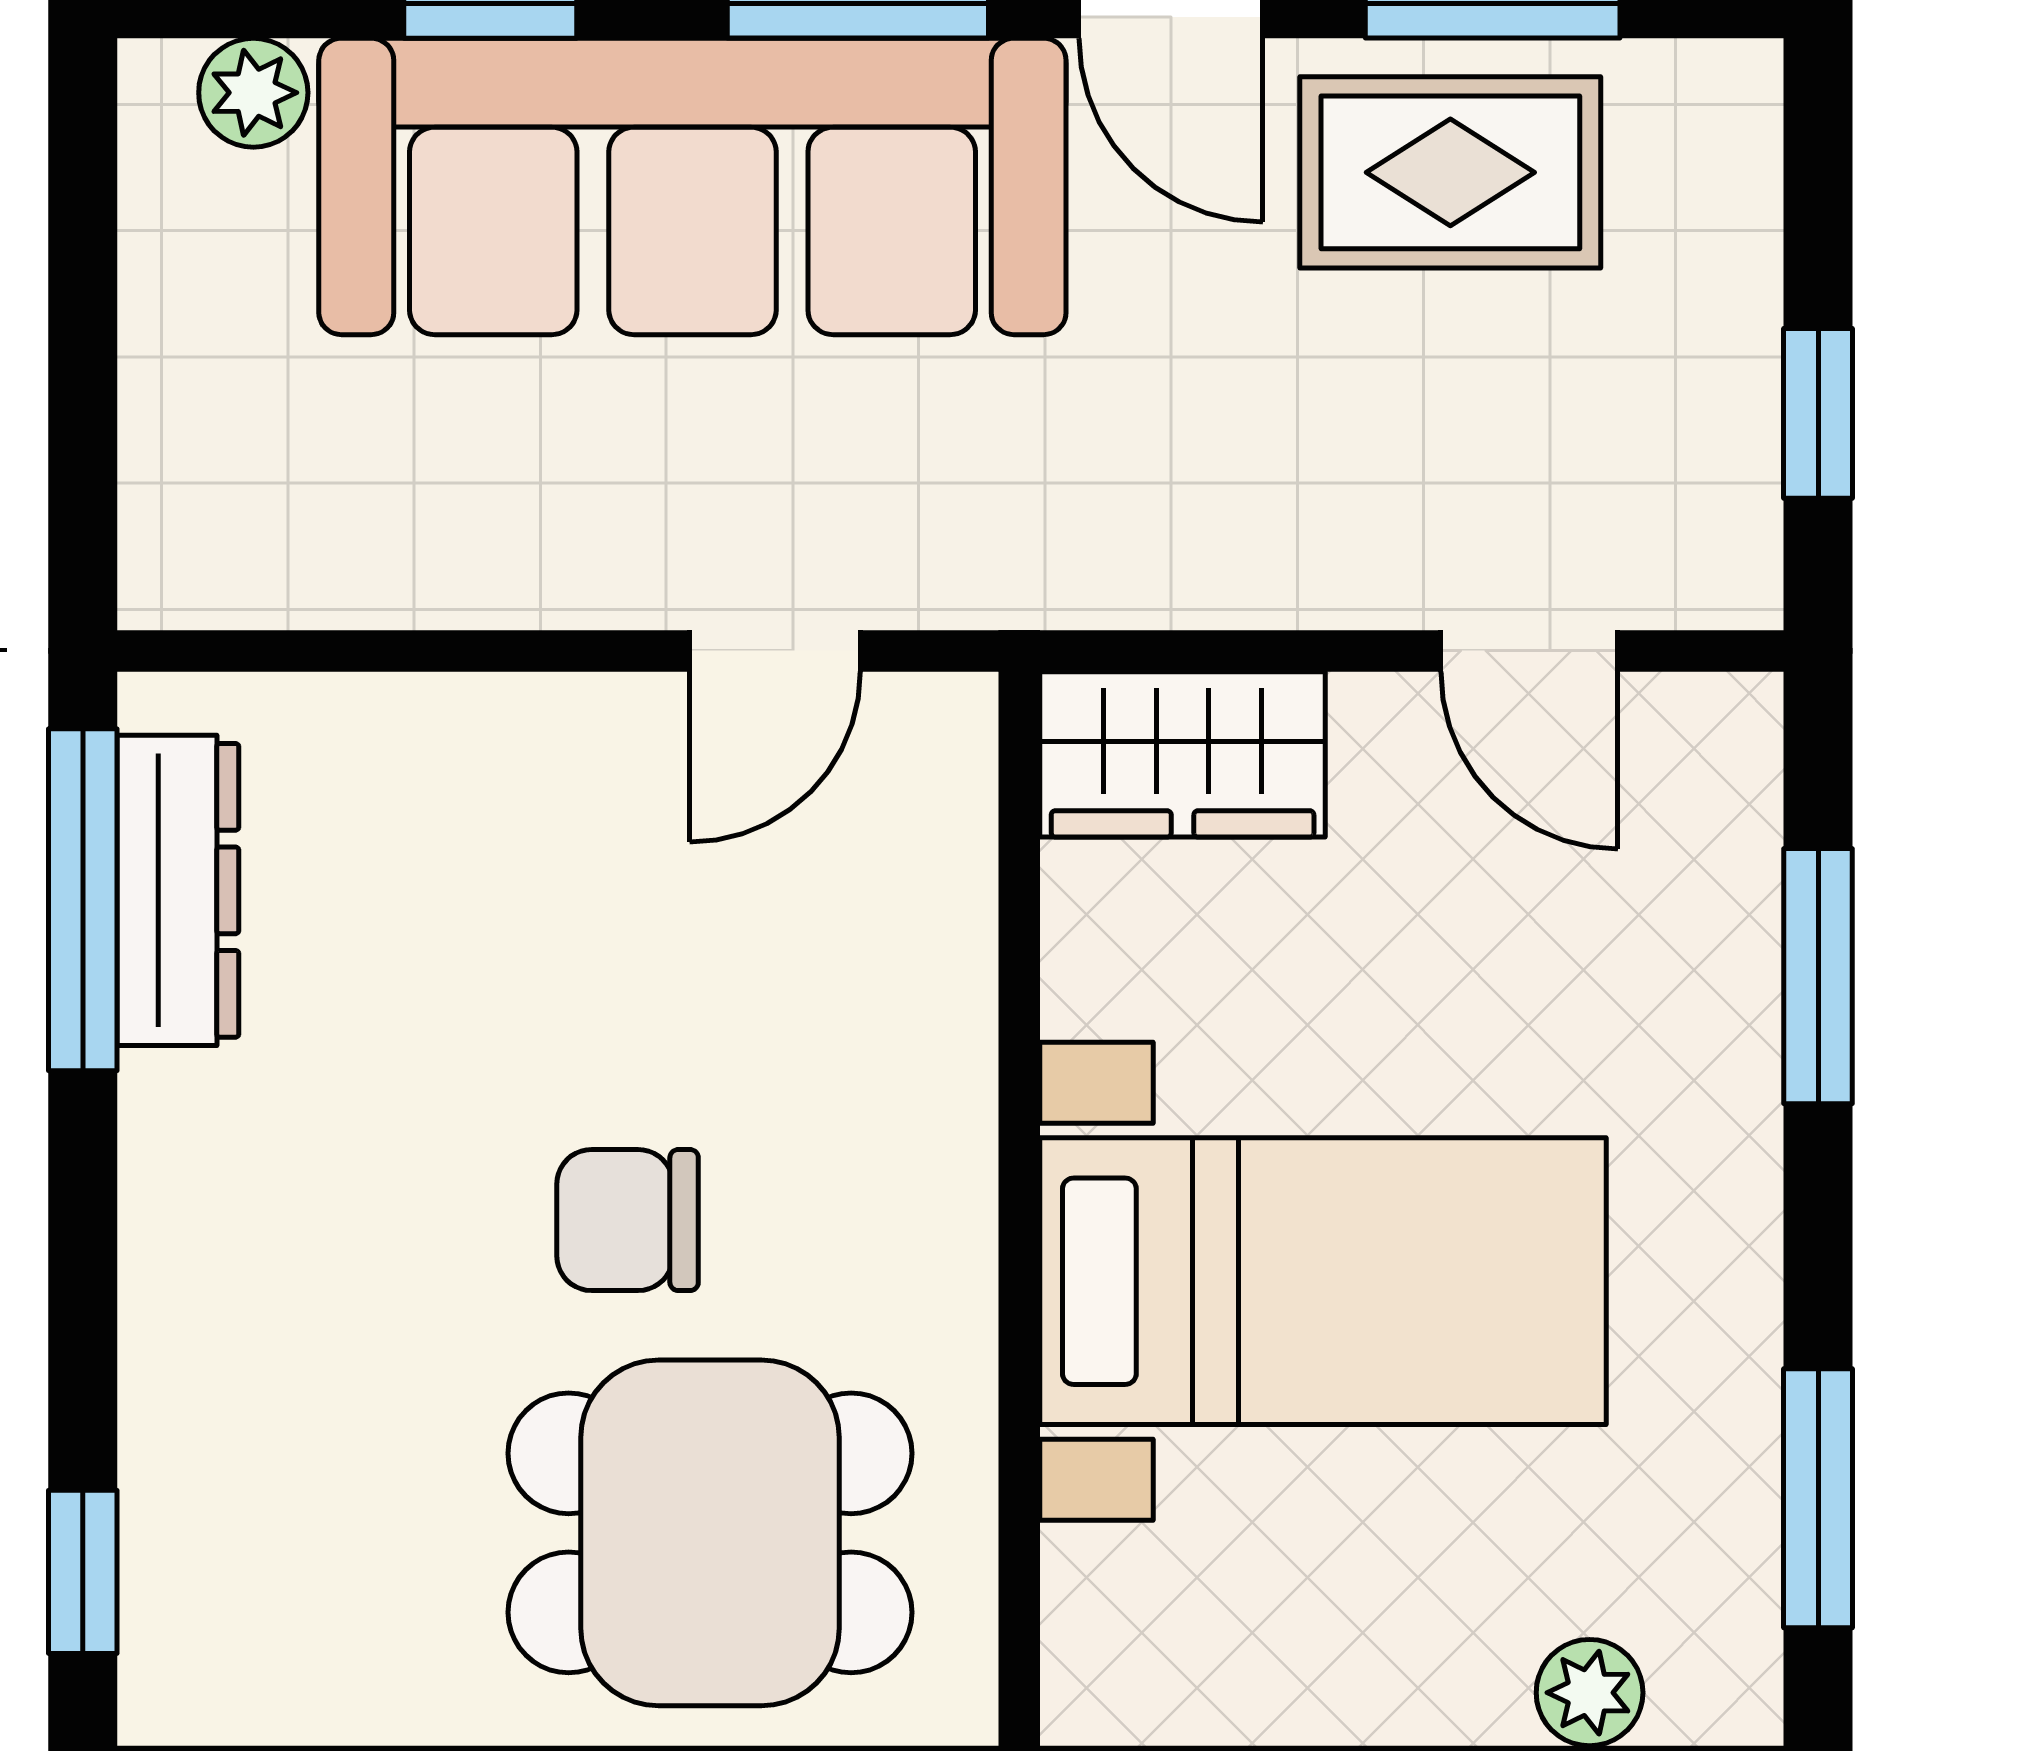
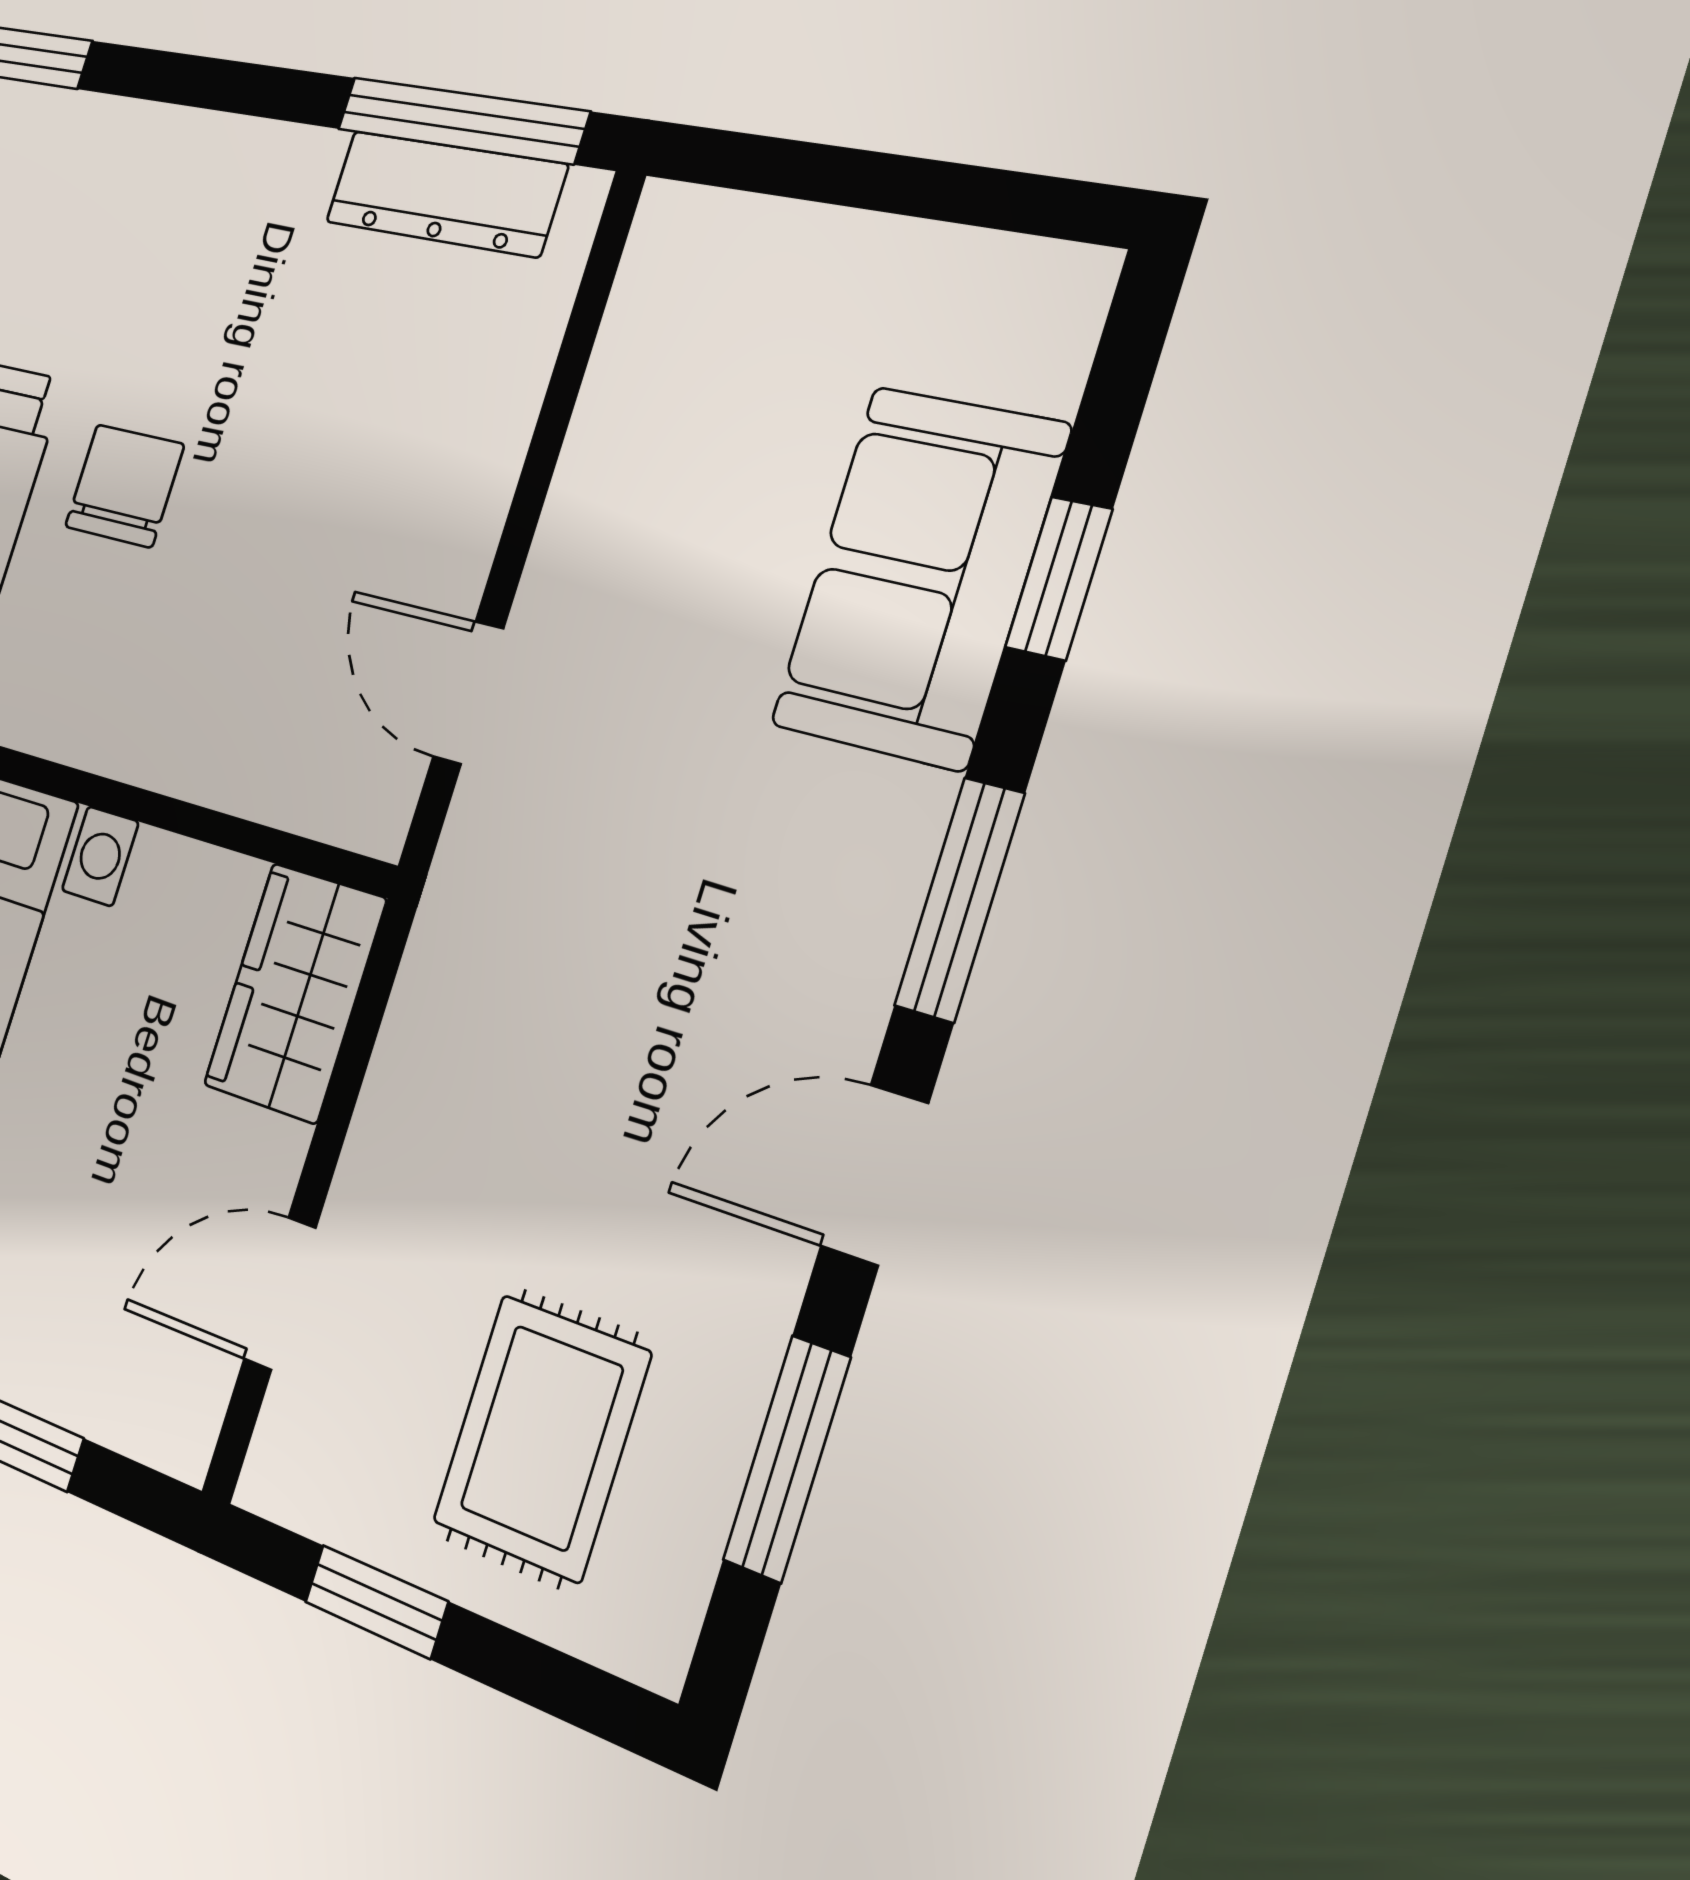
plant: (253, 93) -> (1044, 358), removed
rug: (1450, 172) -> (541, 1438), moved
sofa: (692, 186) -> (920, 576), width x0.54, depth x0.79

